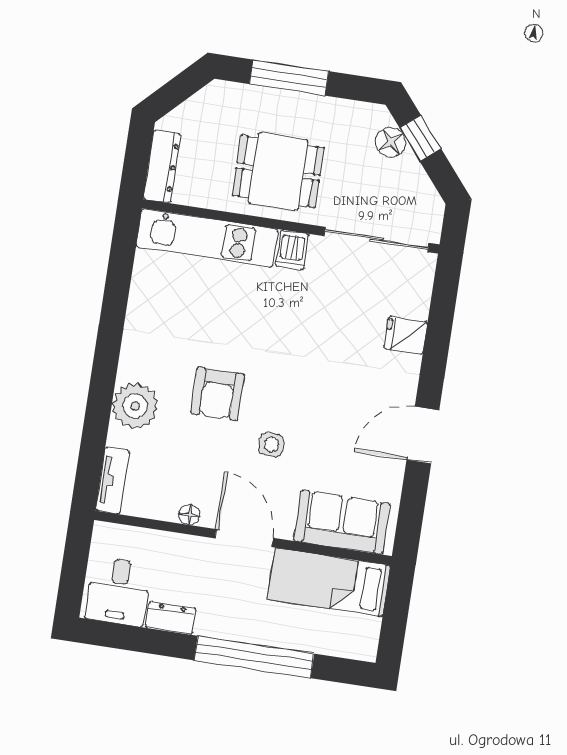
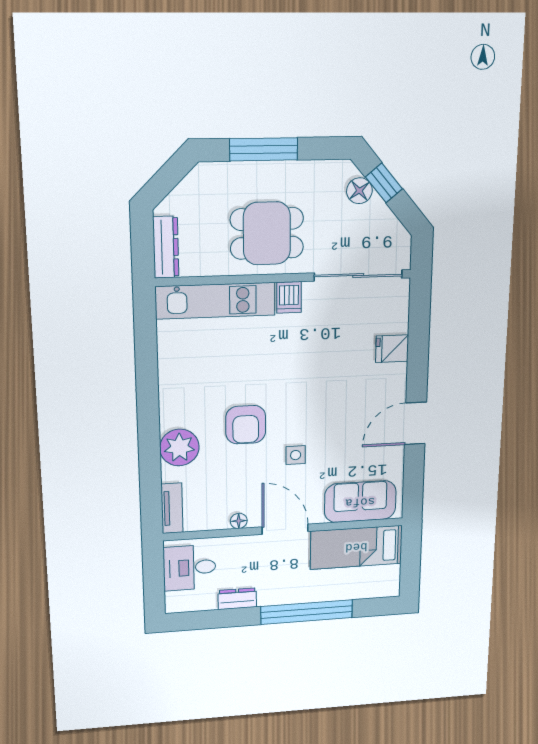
desk: (118, 591) -> (189, 568), moved, turned 90

